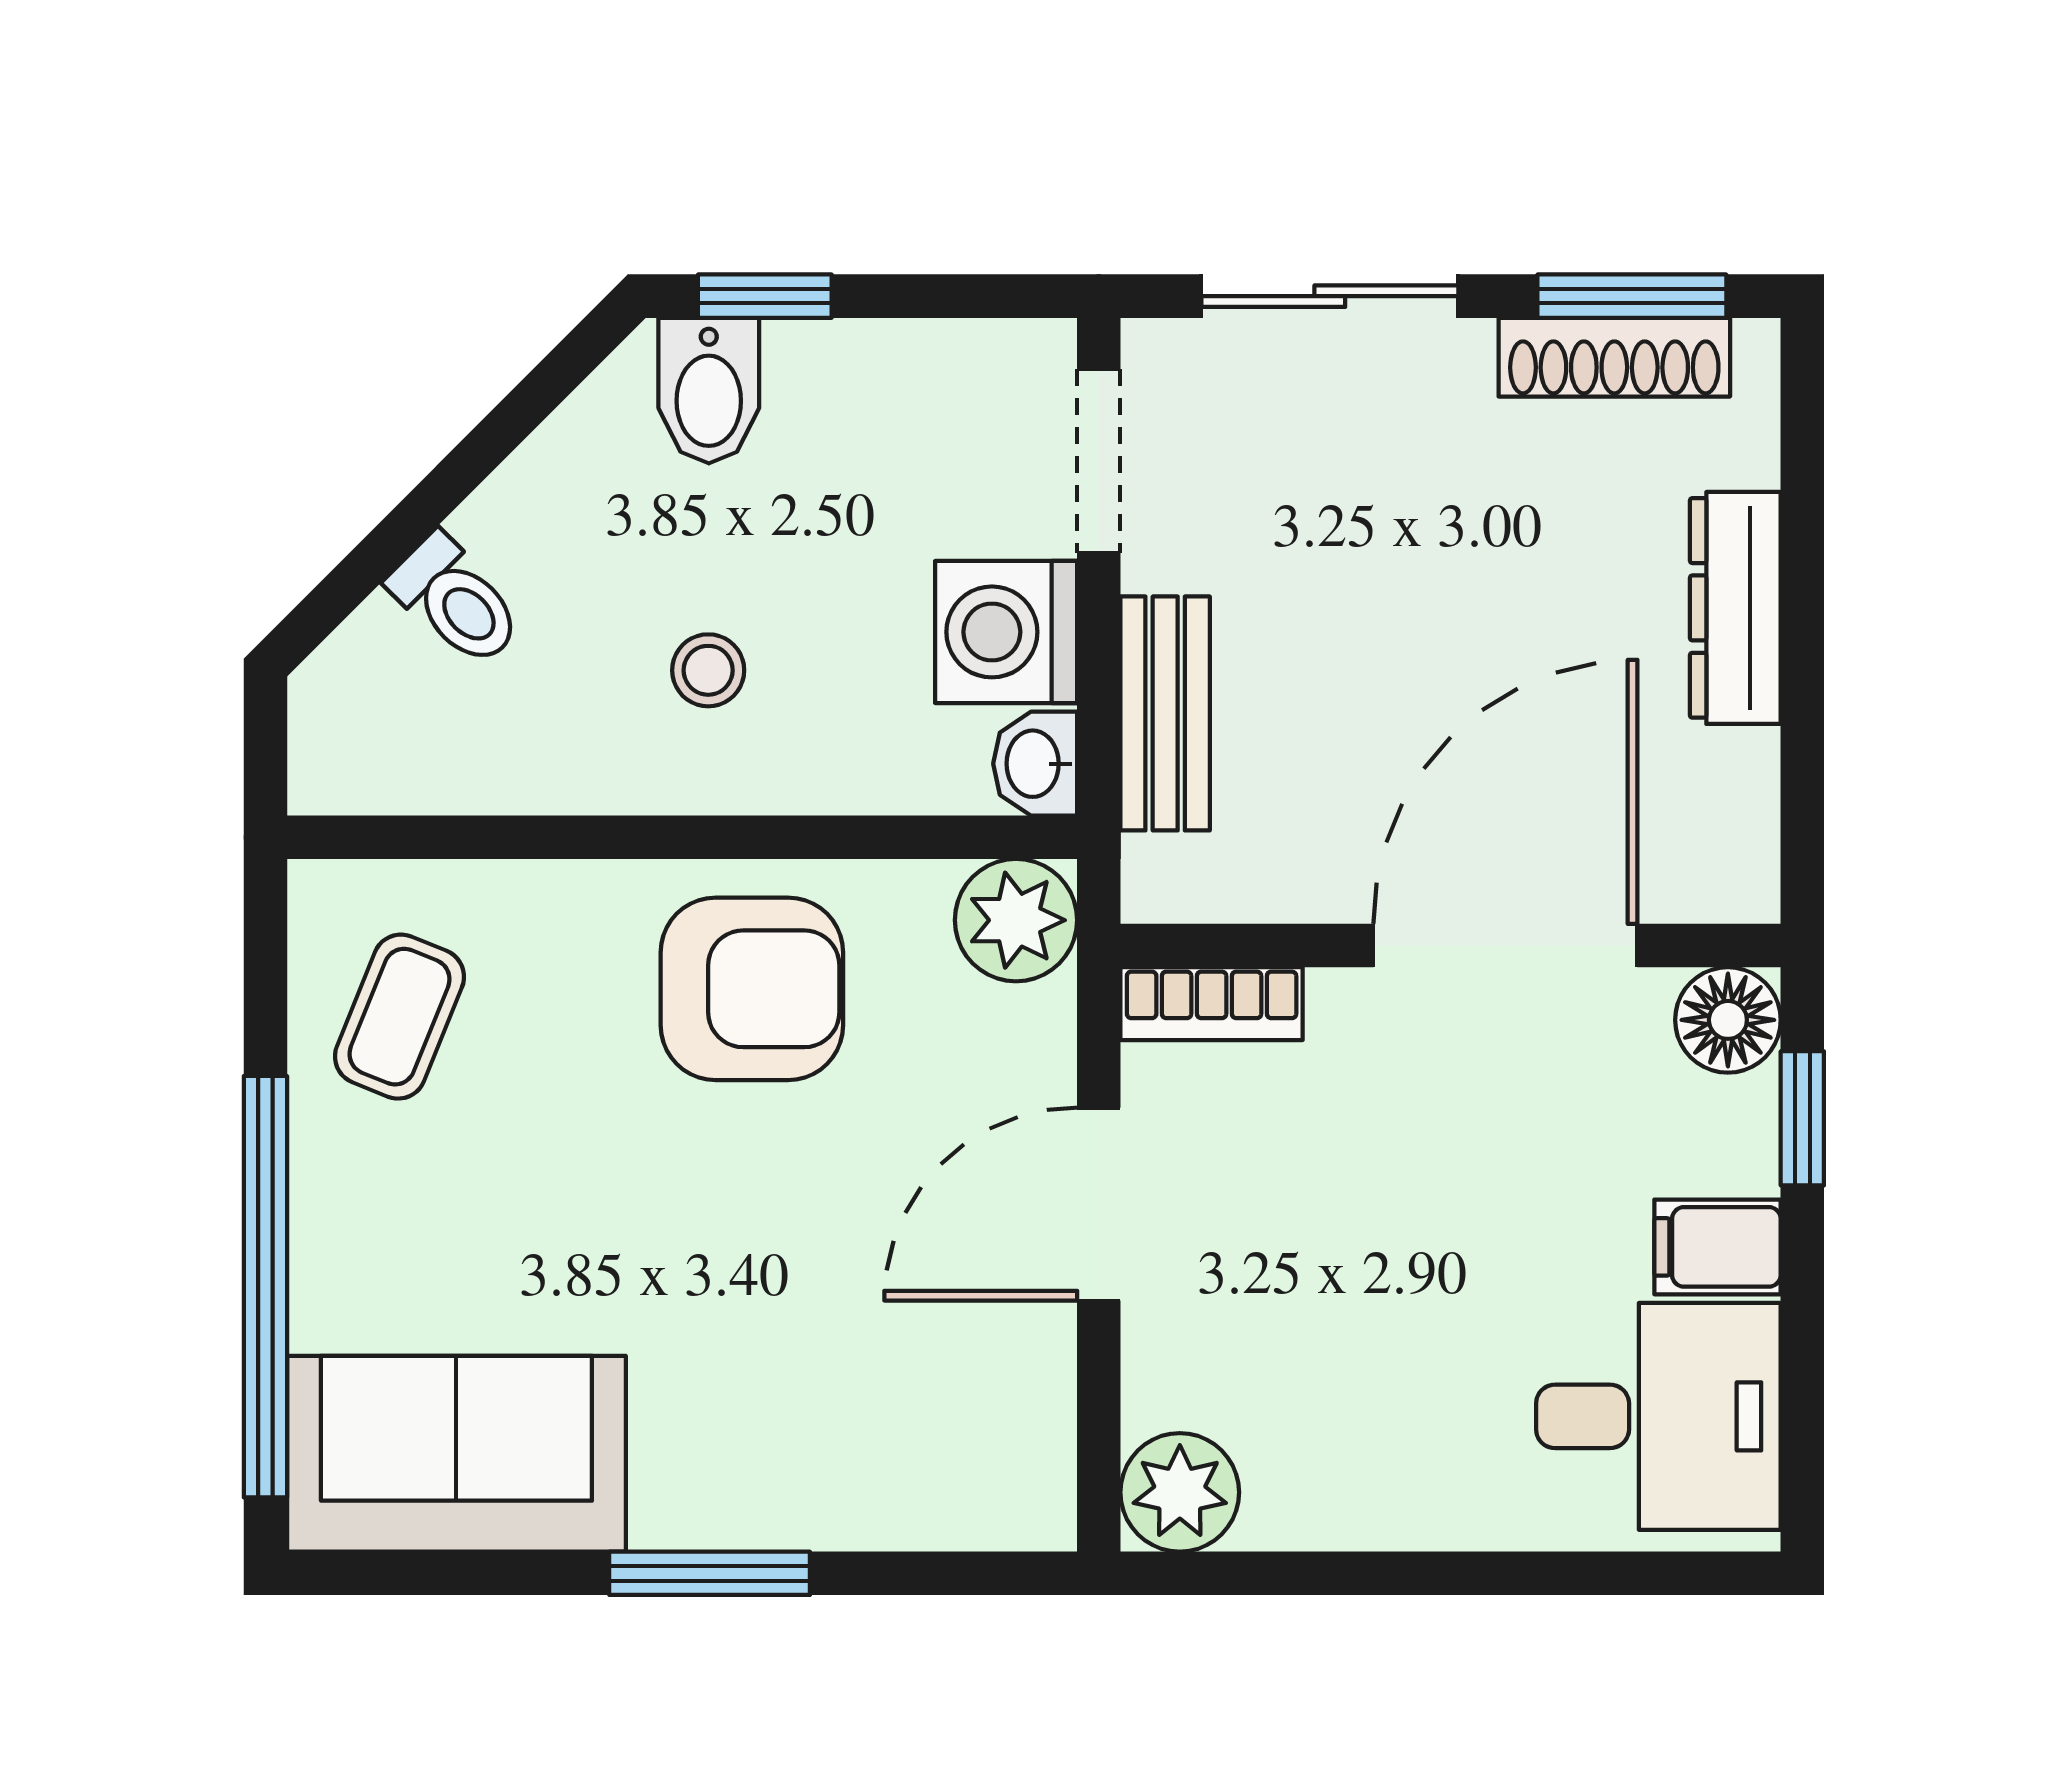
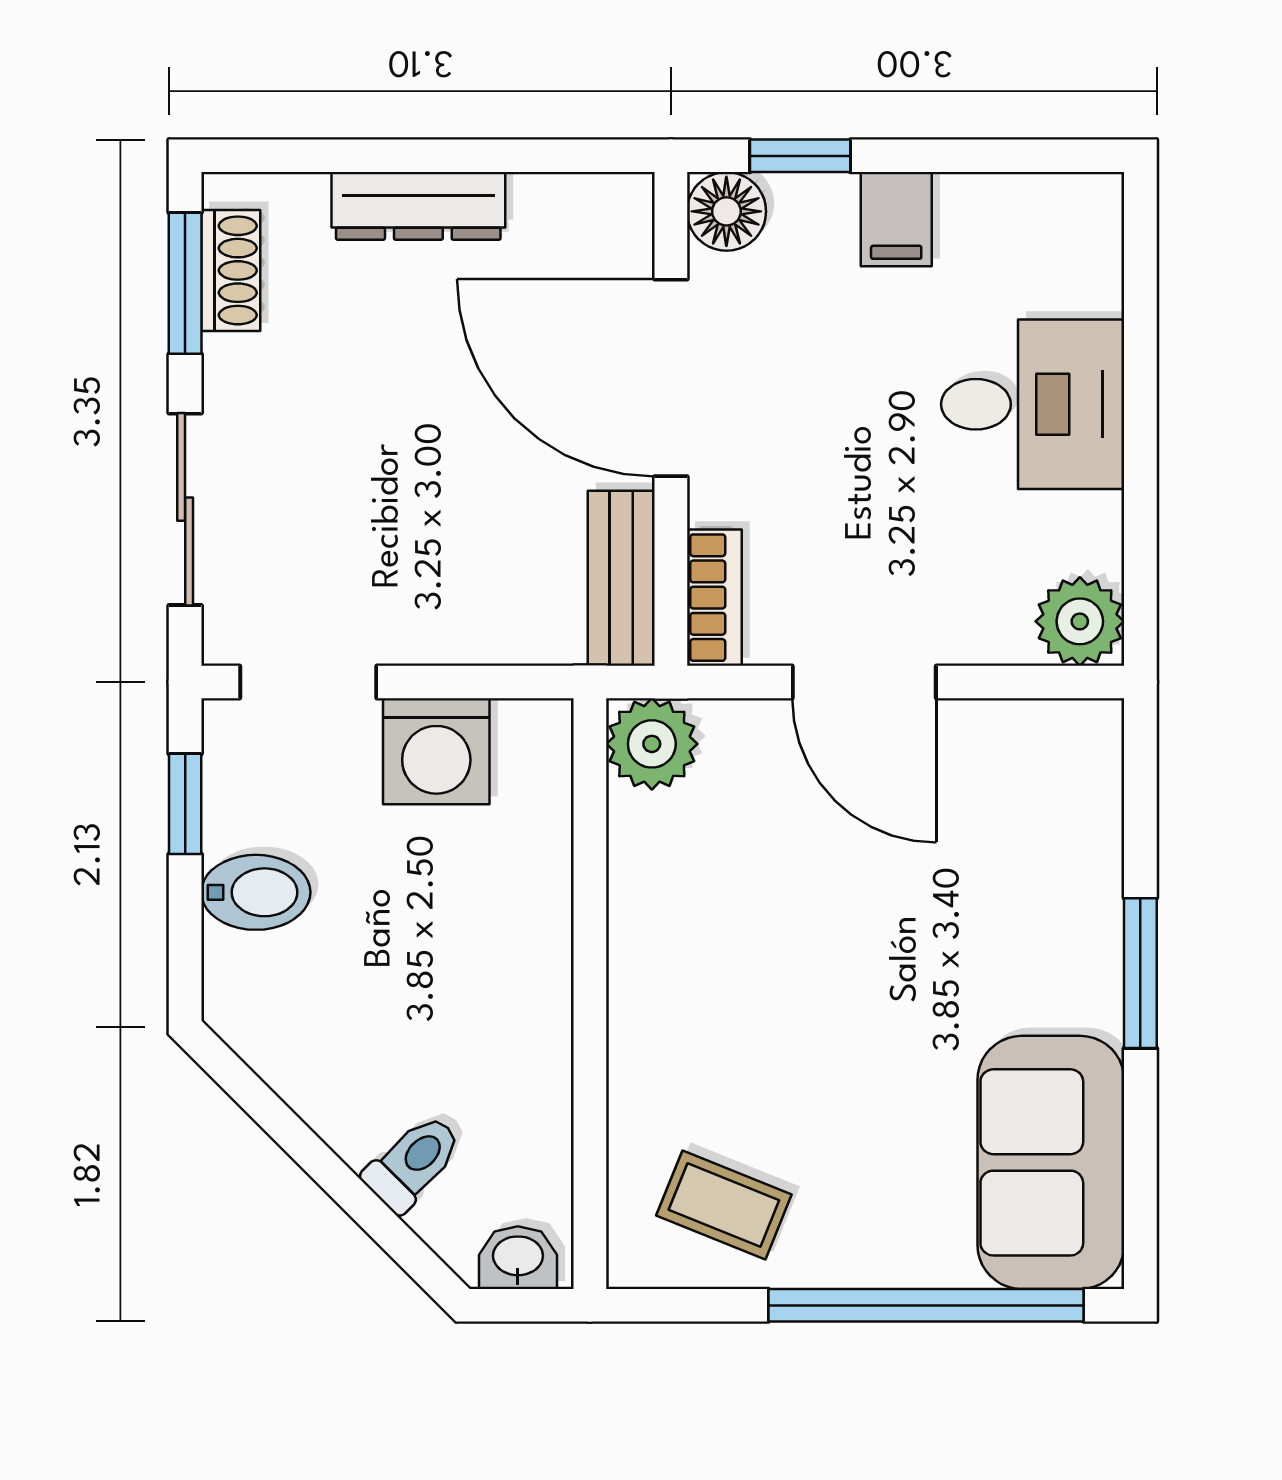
window: (765, 296) -> (185, 804), moved
shoe rack: (1614, 357) -> (231, 270), width x0.70
bidet: (709, 391) -> (256, 892), moved
stool: (708, 670) -> (465, 974), removed
bench: (1165, 713) -> (621, 578), moved, turned 90
washbasin: (1035, 764) -> (518, 1258), moved, turned 180
armchair: (752, 989) -> (703, 941), removed
desk: (1658, 1416) -> (1033, 404), moved, turned 90

